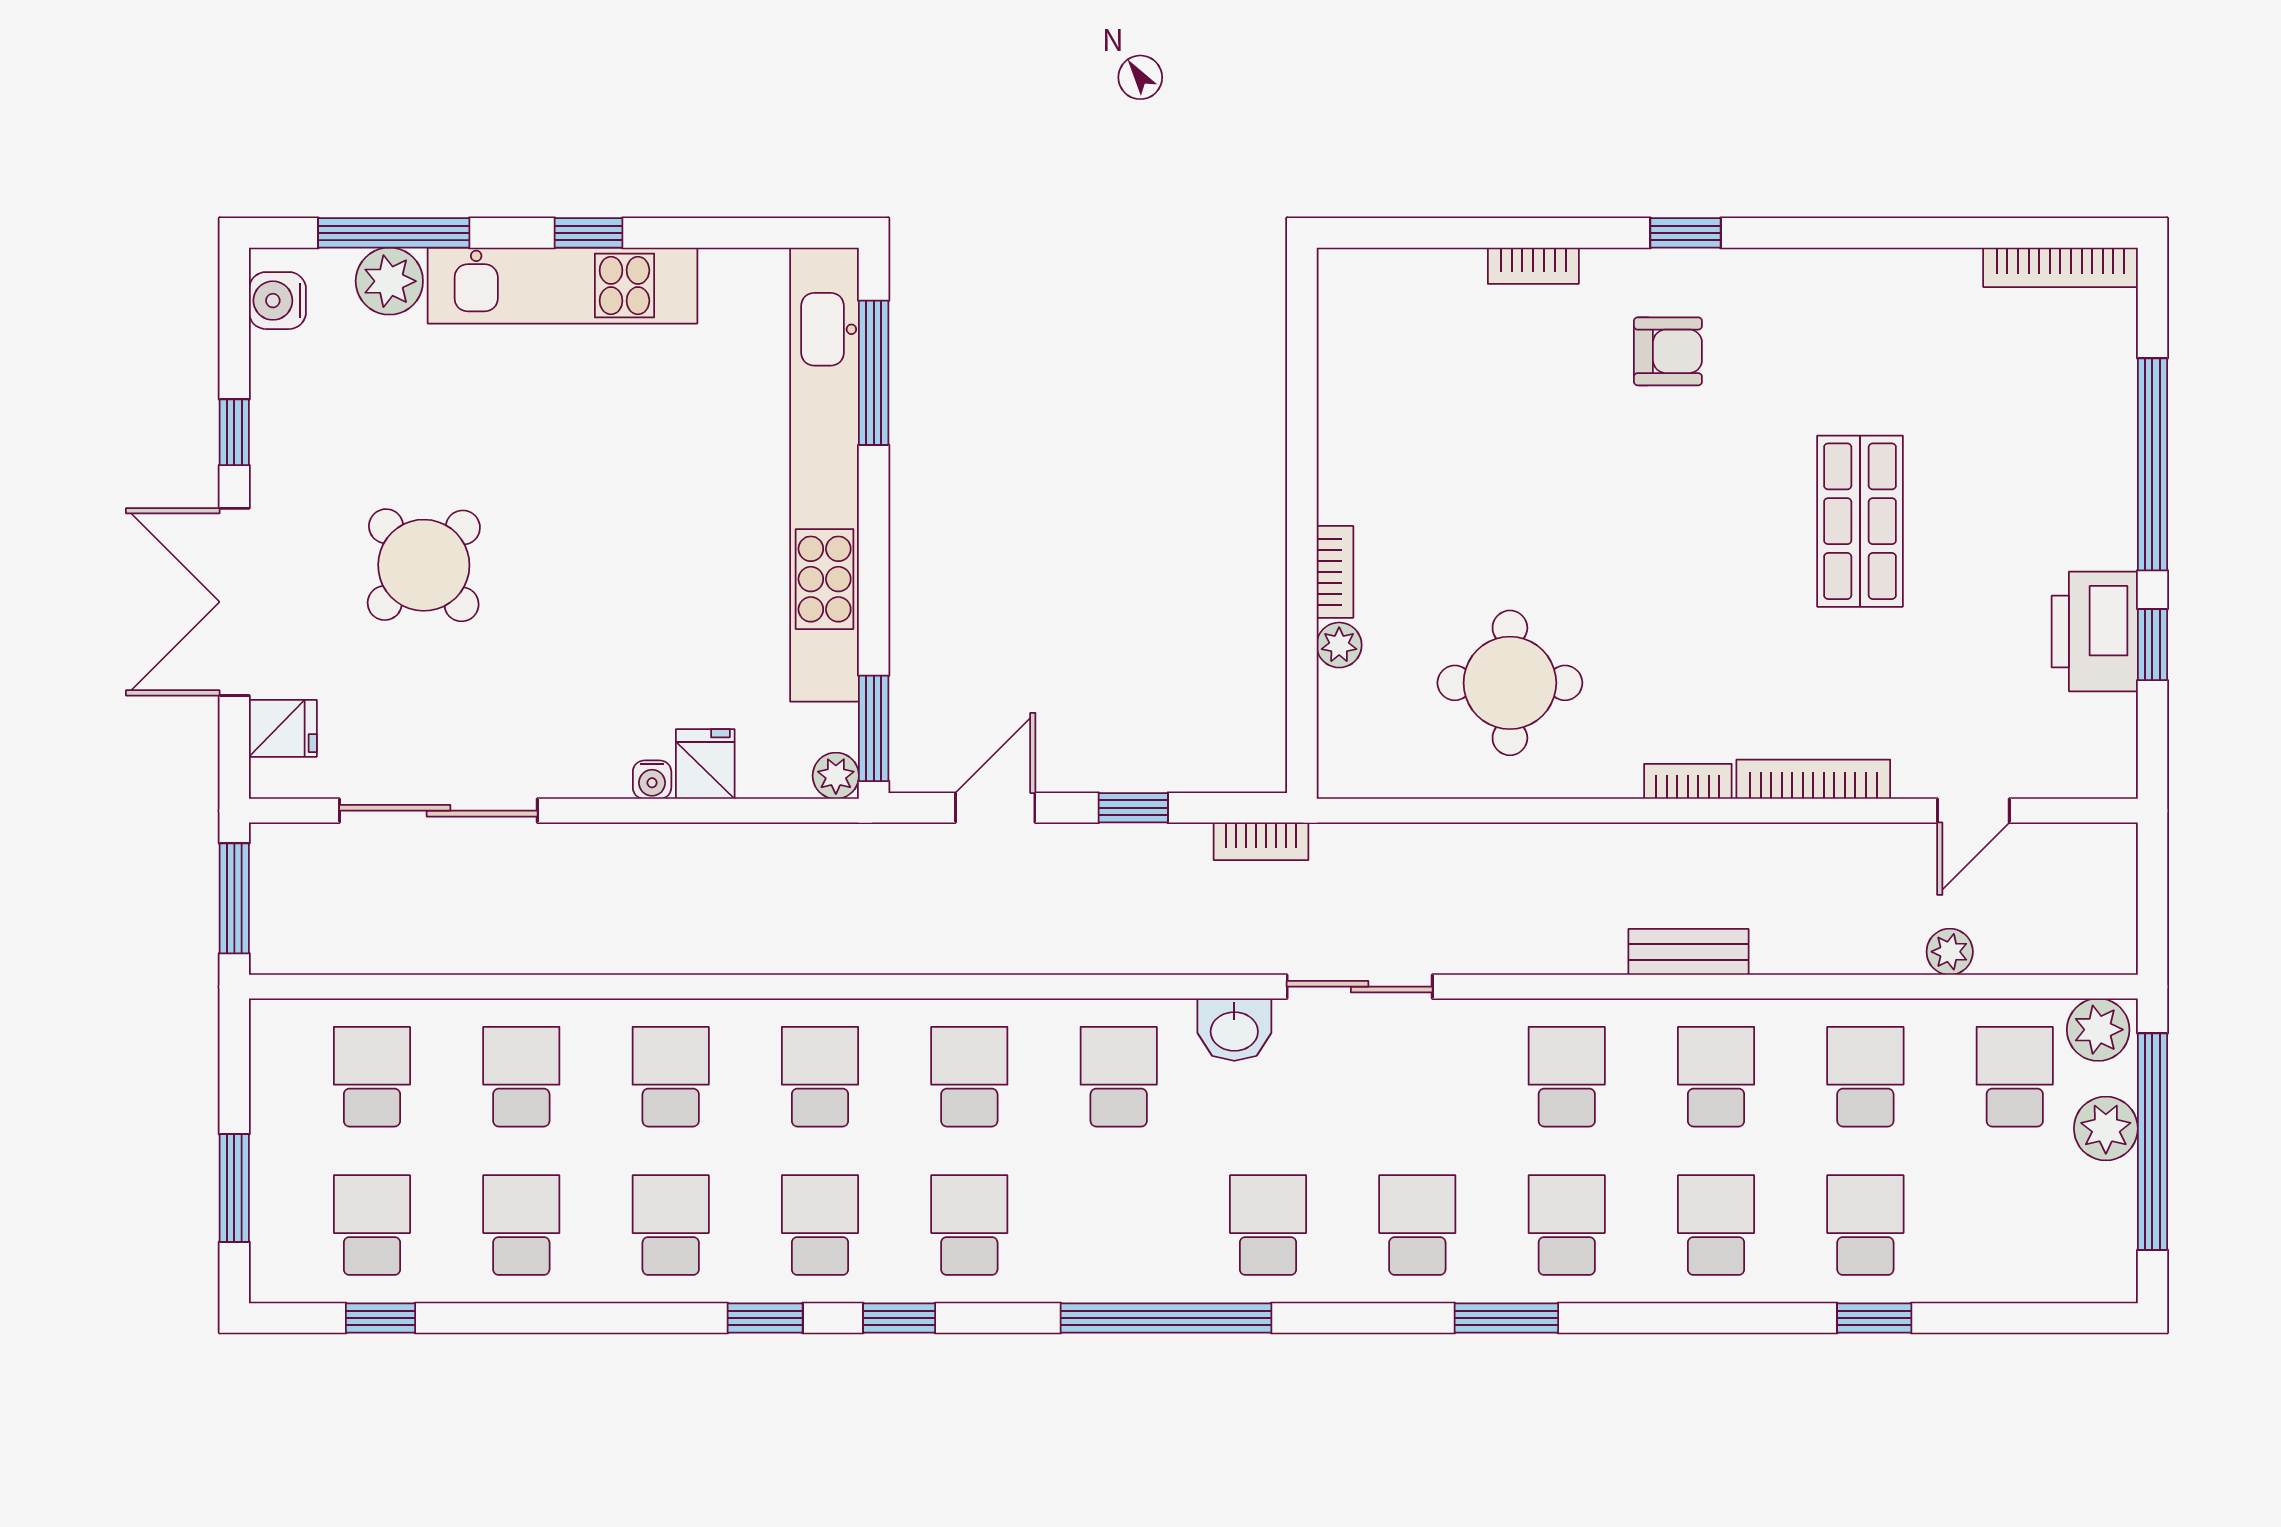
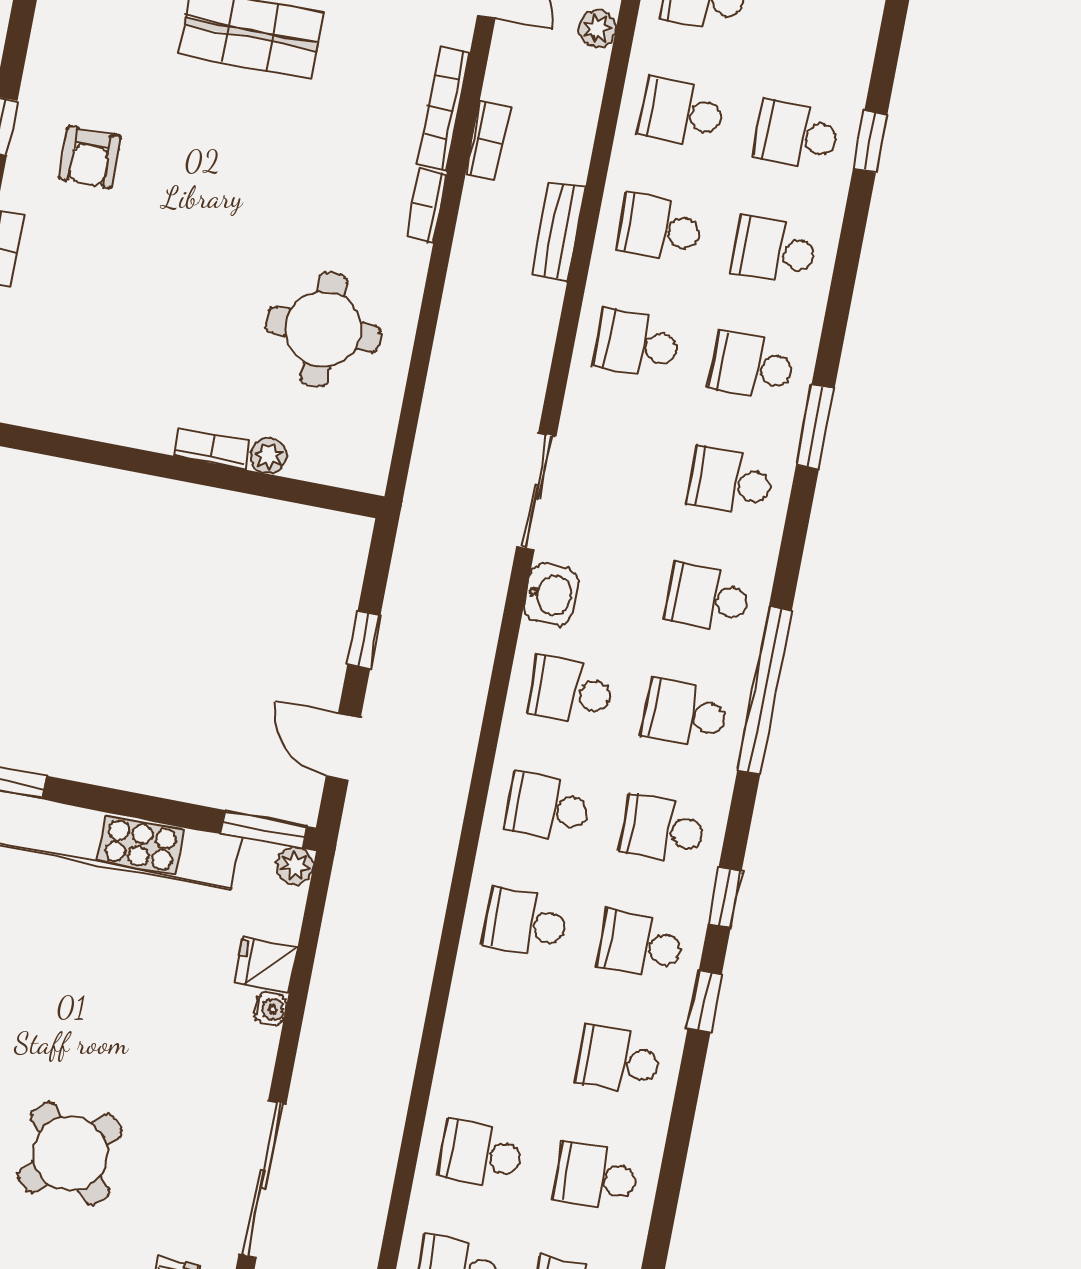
armchair: (1668, 351) -> (90, 157), turned 180
bookcase: (1261, 841) -> (487, 141), moved
school desk: (671, 1077) -> (685, 713), moved

